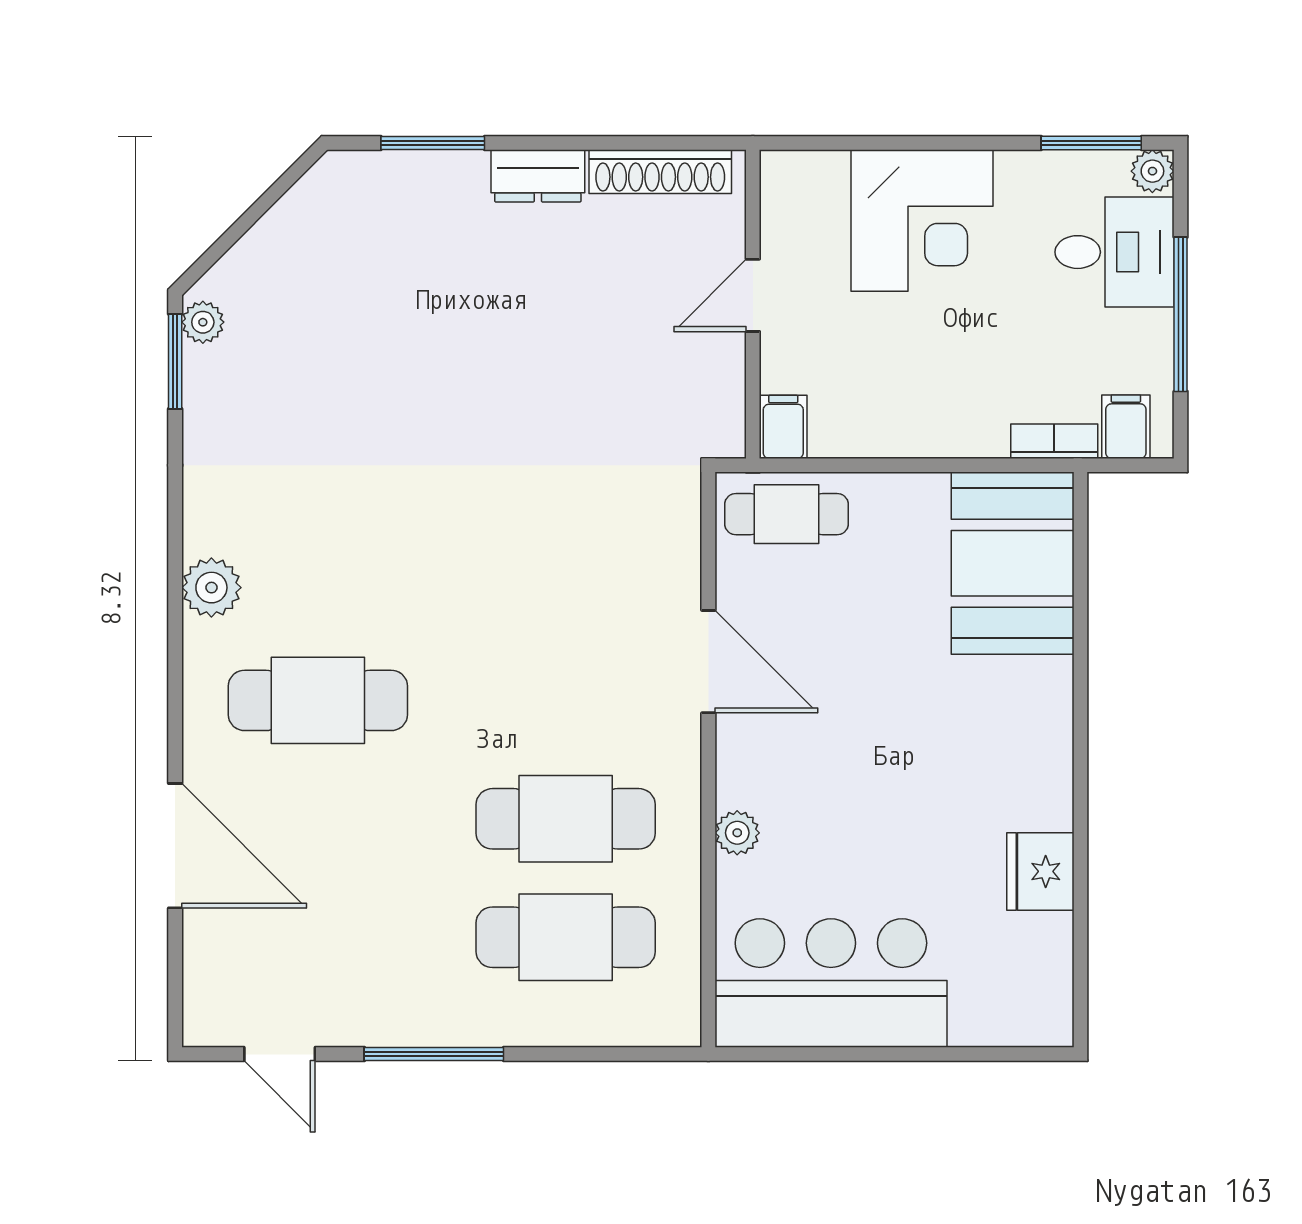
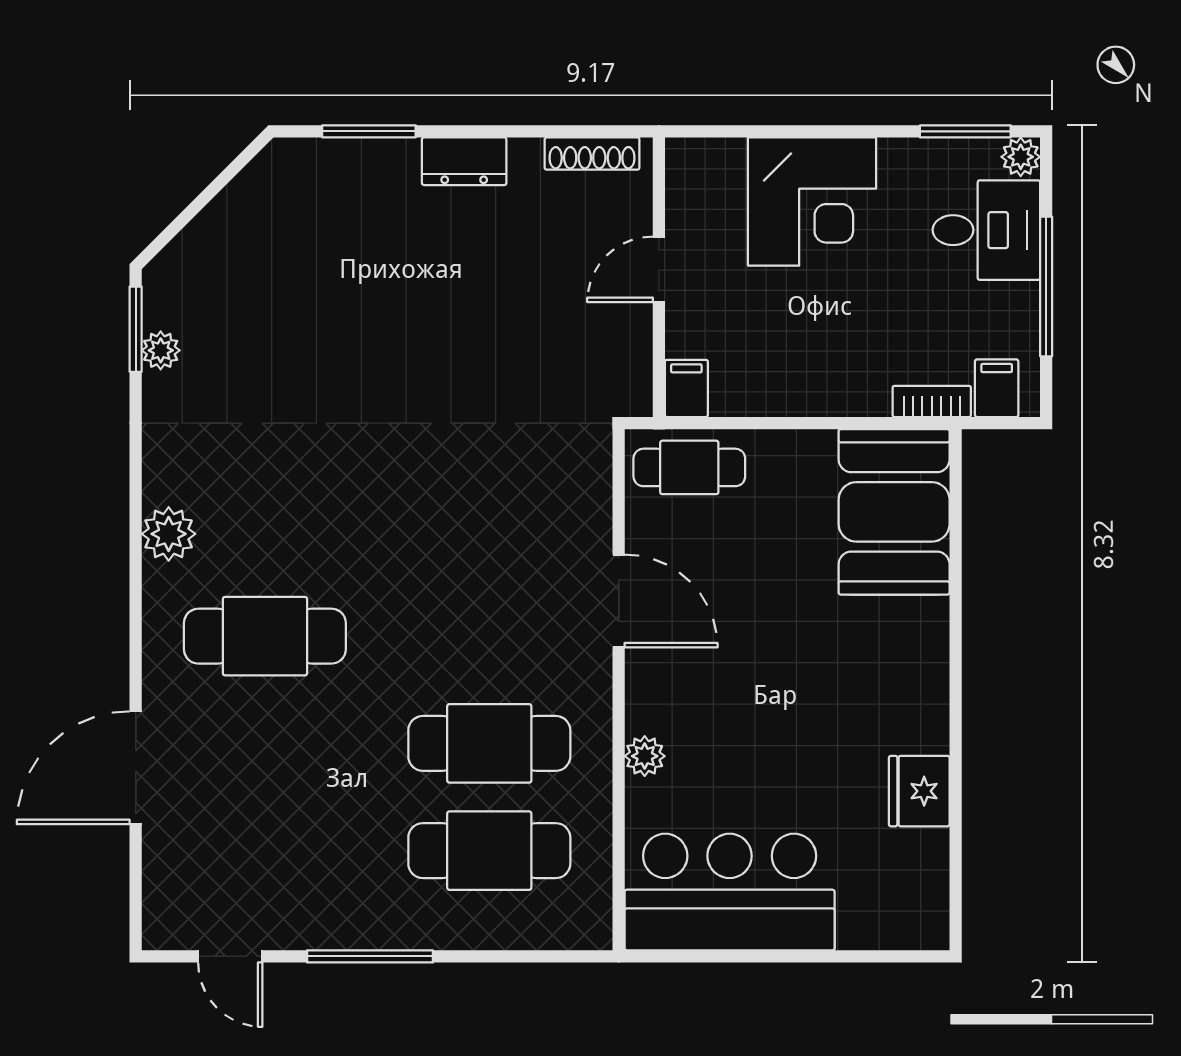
shoe rack: (660, 172) -> (592, 154), width x0.74, depth x0.81
plant: (203, 322) -> (161, 350), moved
door: (175, 846) -> (136, 768), swing flipped

